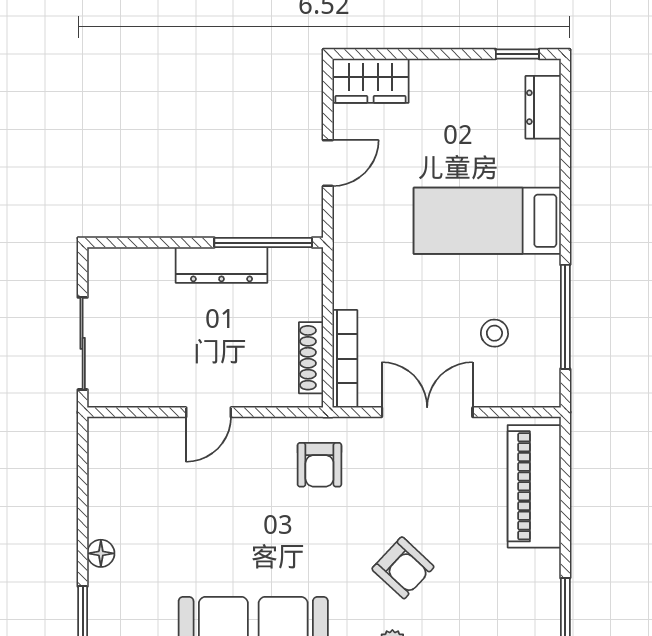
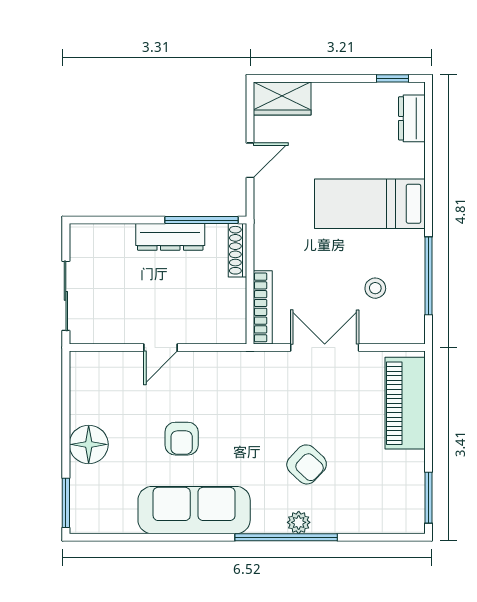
shoe rack: (311, 358) -> (238, 250), moved
armchair: (319, 465) -> (182, 439), moved
floor lamp: (101, 553) -> (89, 444), width x1.89, depth x1.89

